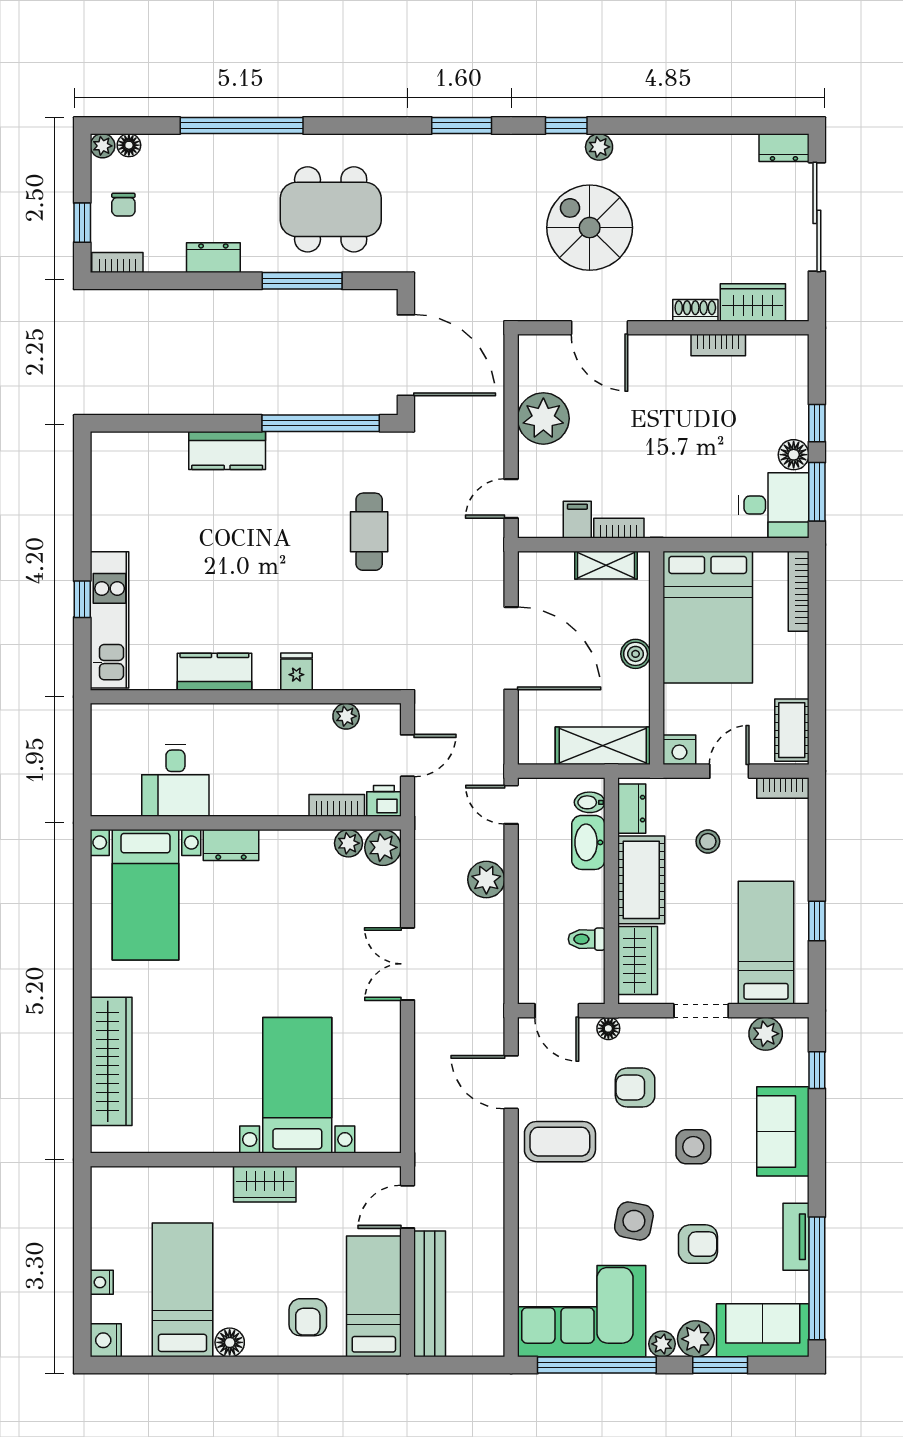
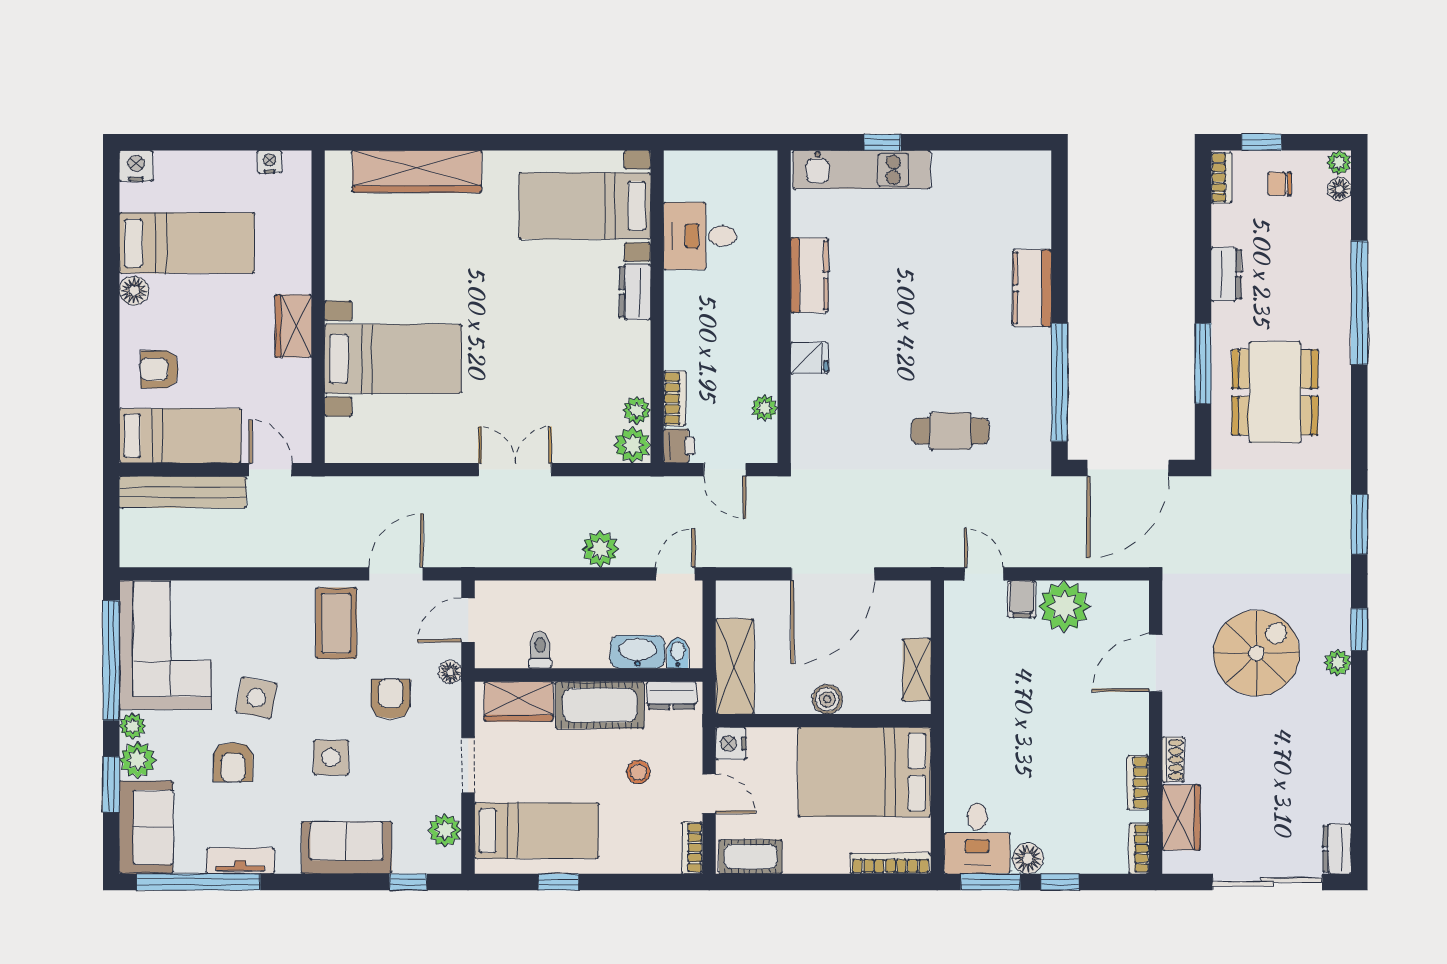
filing cabinet: (577, 520) -> (1022, 599), moved, turned 90
bookcase: (619, 528) -> (1139, 849), moved, turned 180
nightstand: (102, 1282) -> (269, 162), moved

